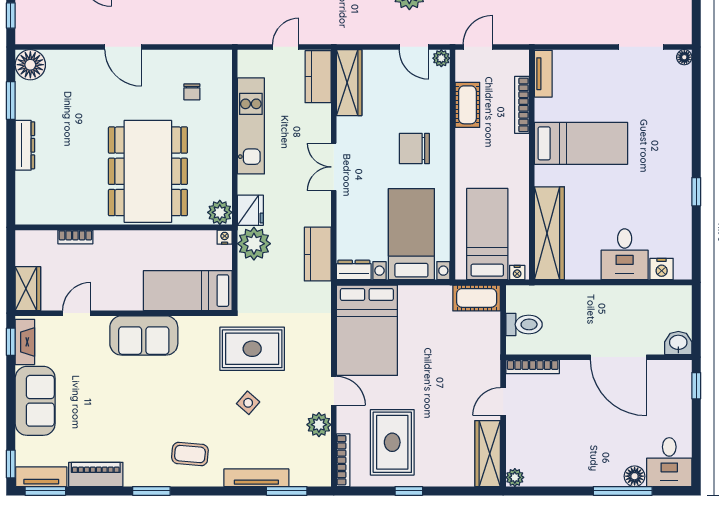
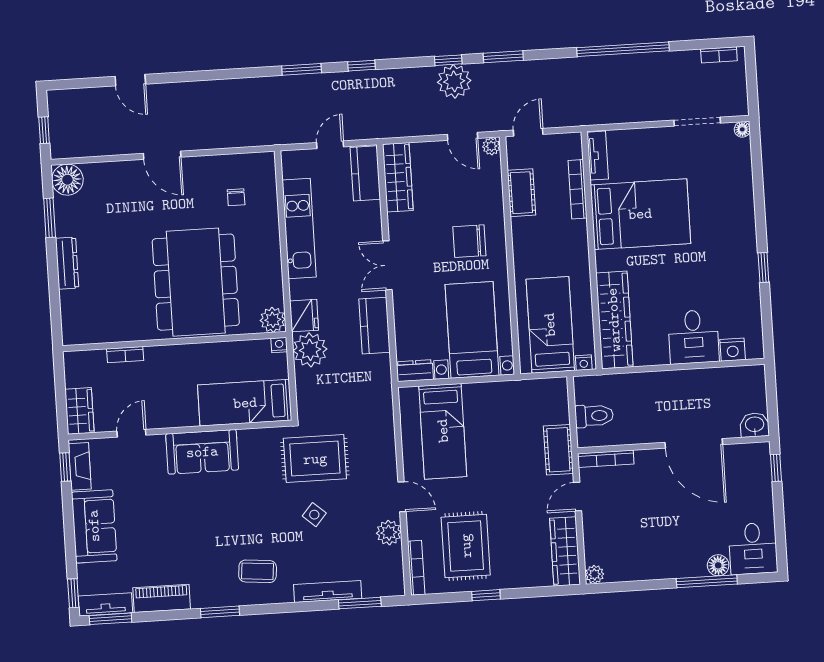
bed: (581, 143) -> (640, 214), width x1.50
kitchen counter: (318, 254) -> (375, 326), moved
cot: (477, 298) -> (558, 450), moved, turned 90
bed: (367, 330) -> (443, 431), width x0.67

